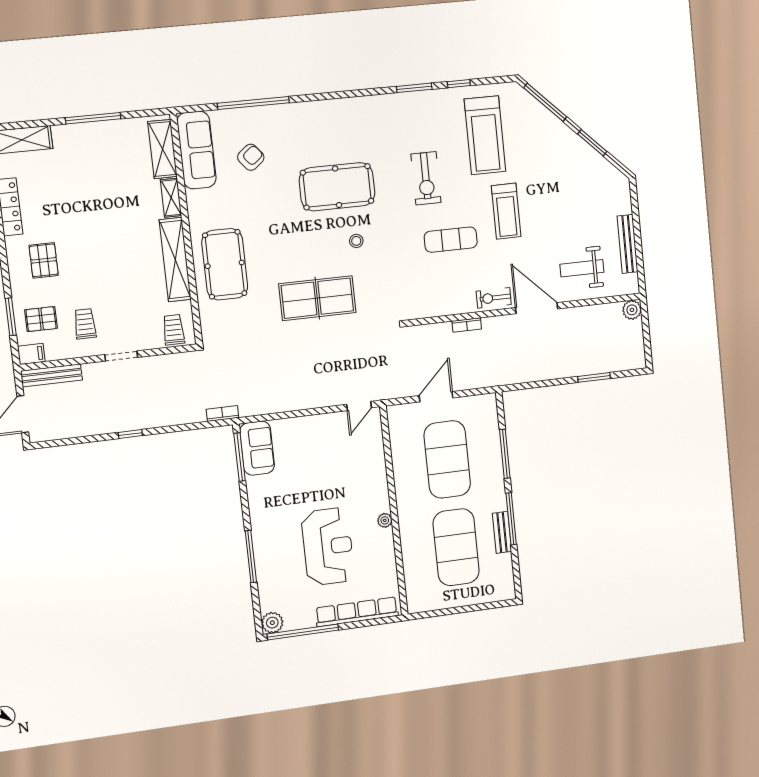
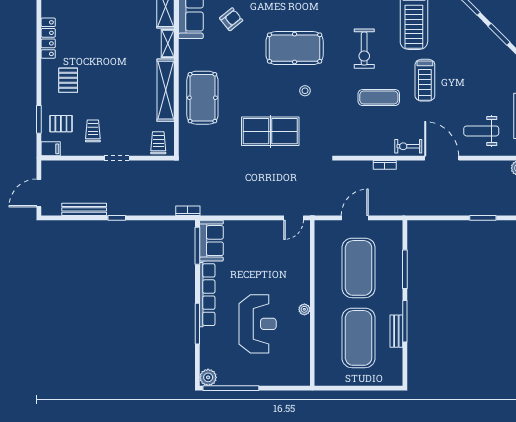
bench: (52, 375) -> (84, 209), moved
row of seats: (357, 612) -> (207, 295), moved, turned 90

